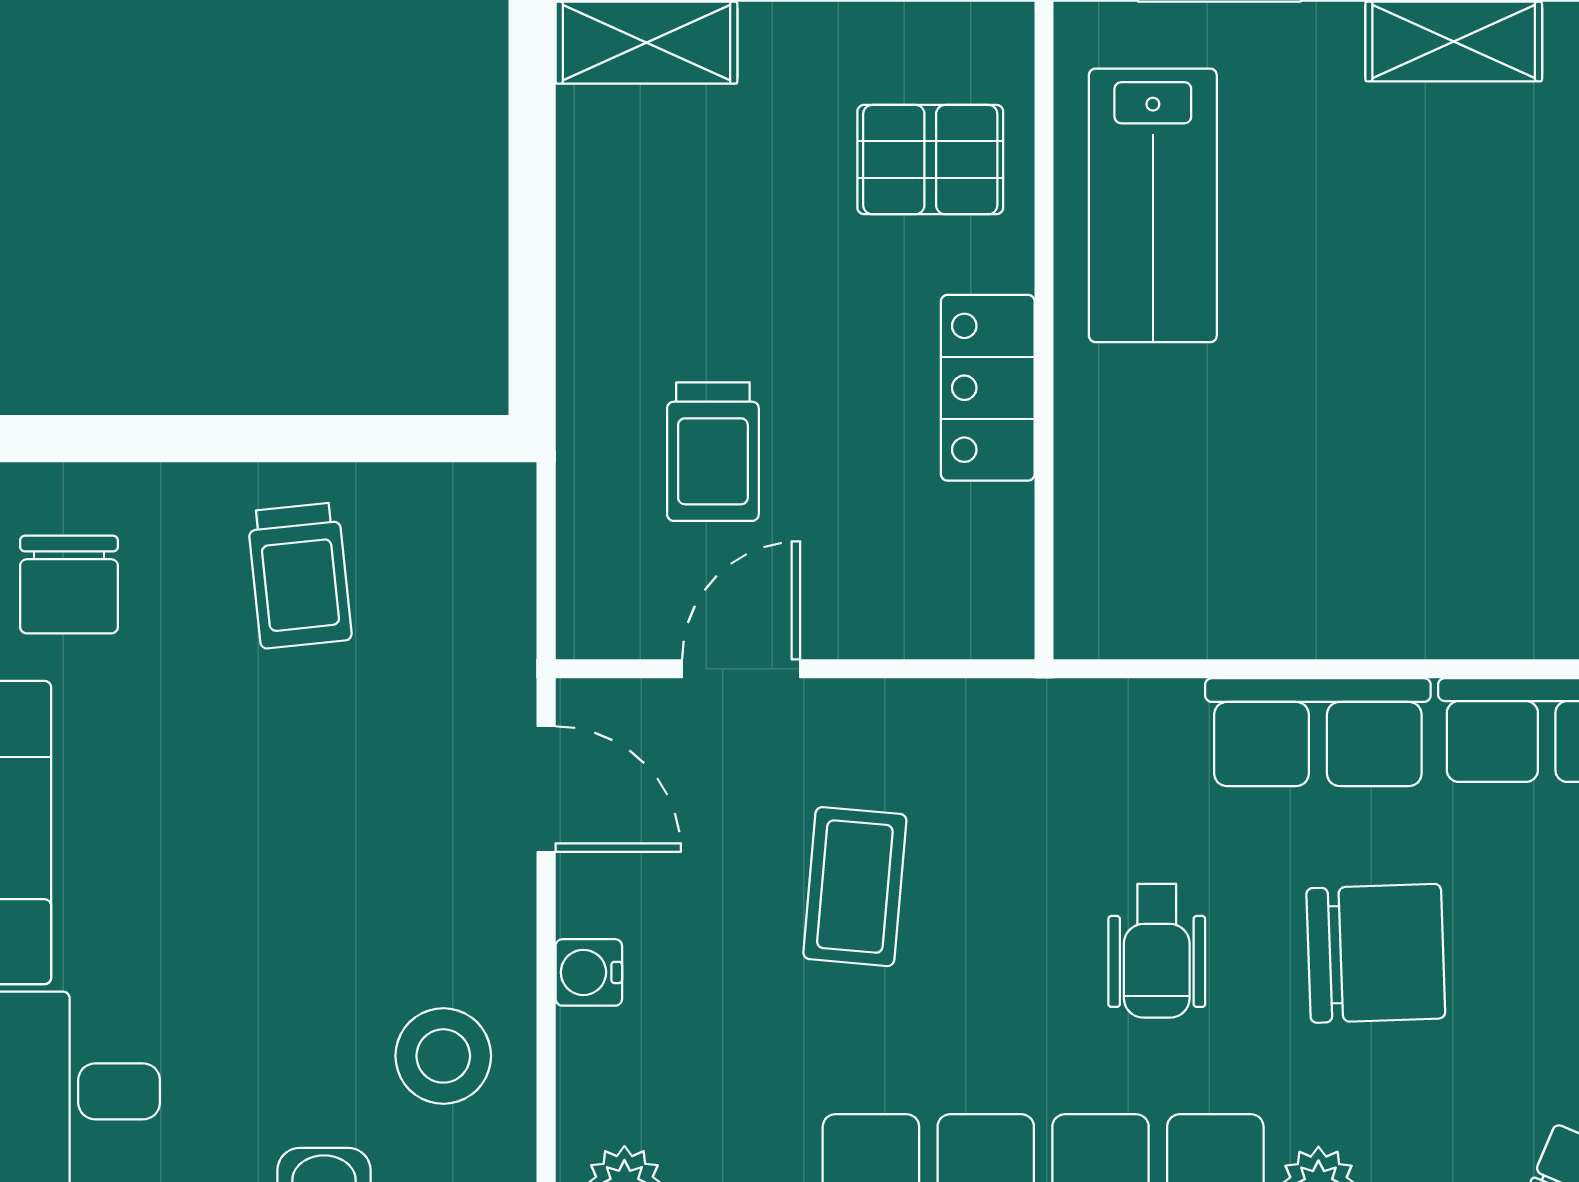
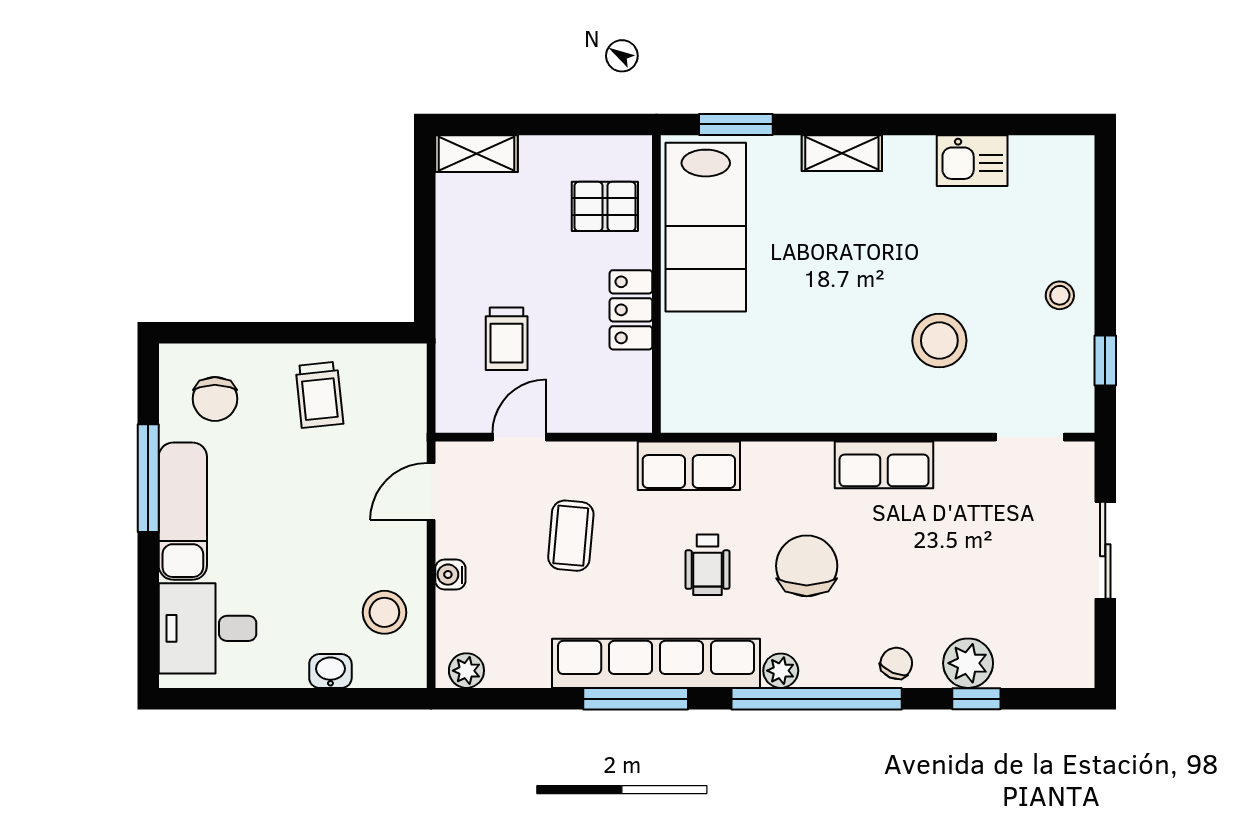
lab bench: (1153, 205) -> (706, 227), width x1.36, depth x1.39
row of seats: (1318, 732) -> (689, 466), moved
door: (546, 789) -> (431, 492), swing flipped
chair: (1376, 953) -> (807, 566), turned -88

